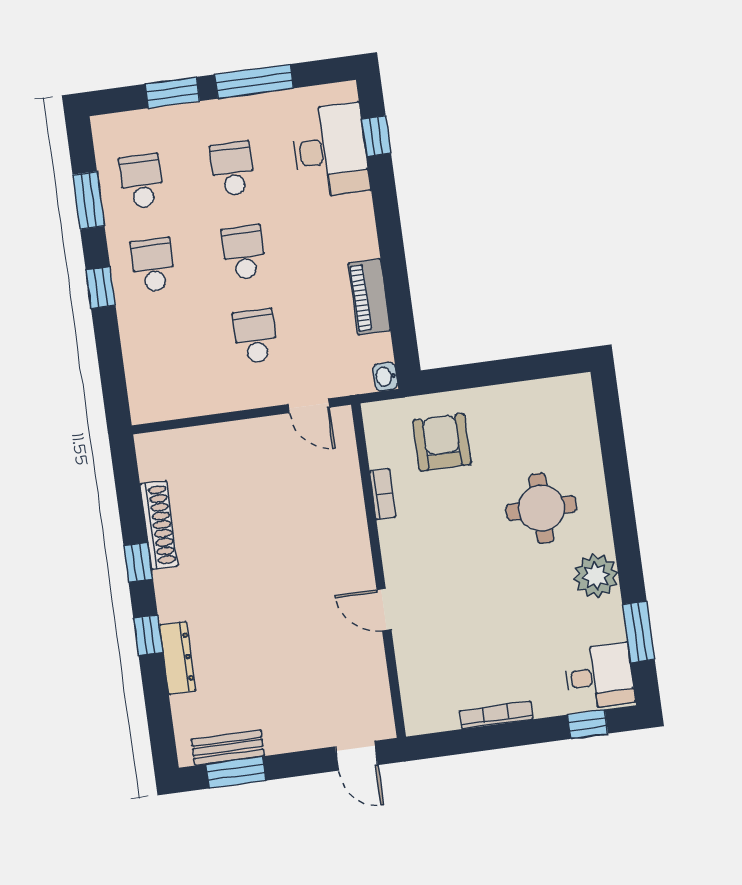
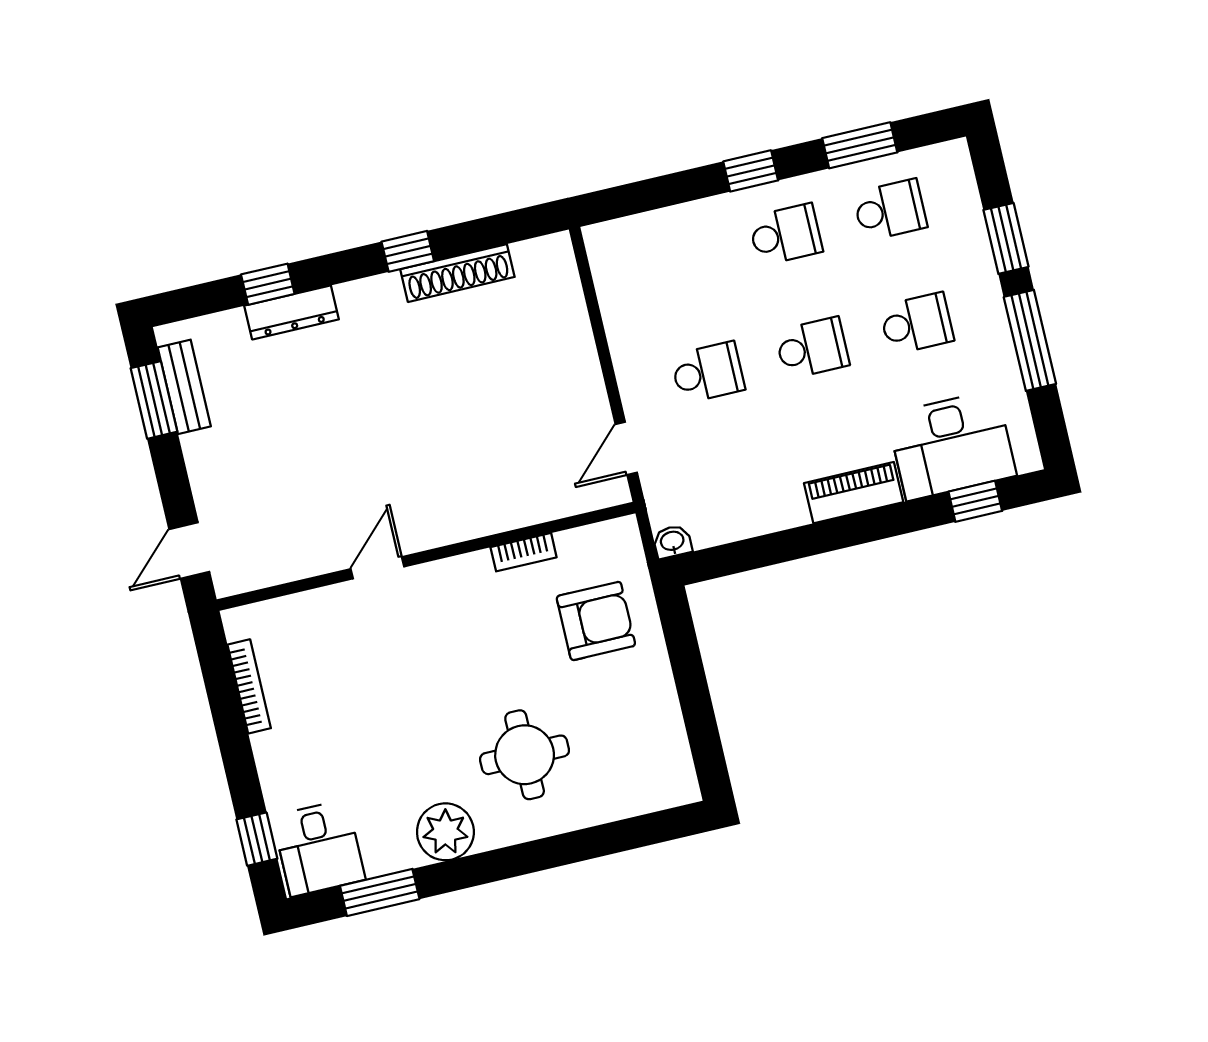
piano: (369, 297) -> (854, 493), moved
window: (148, 635) -> (268, 284), moved
bookcase: (496, 715) -> (249, 686), moved

